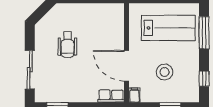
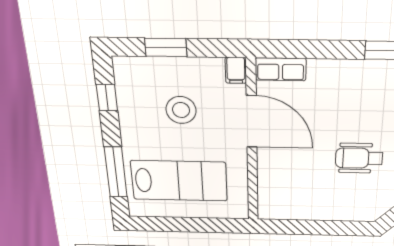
lab bench: (168, 28) -> (179, 181), turned 180
wheelchair: (68, 45) -> (359, 158), turned -90

